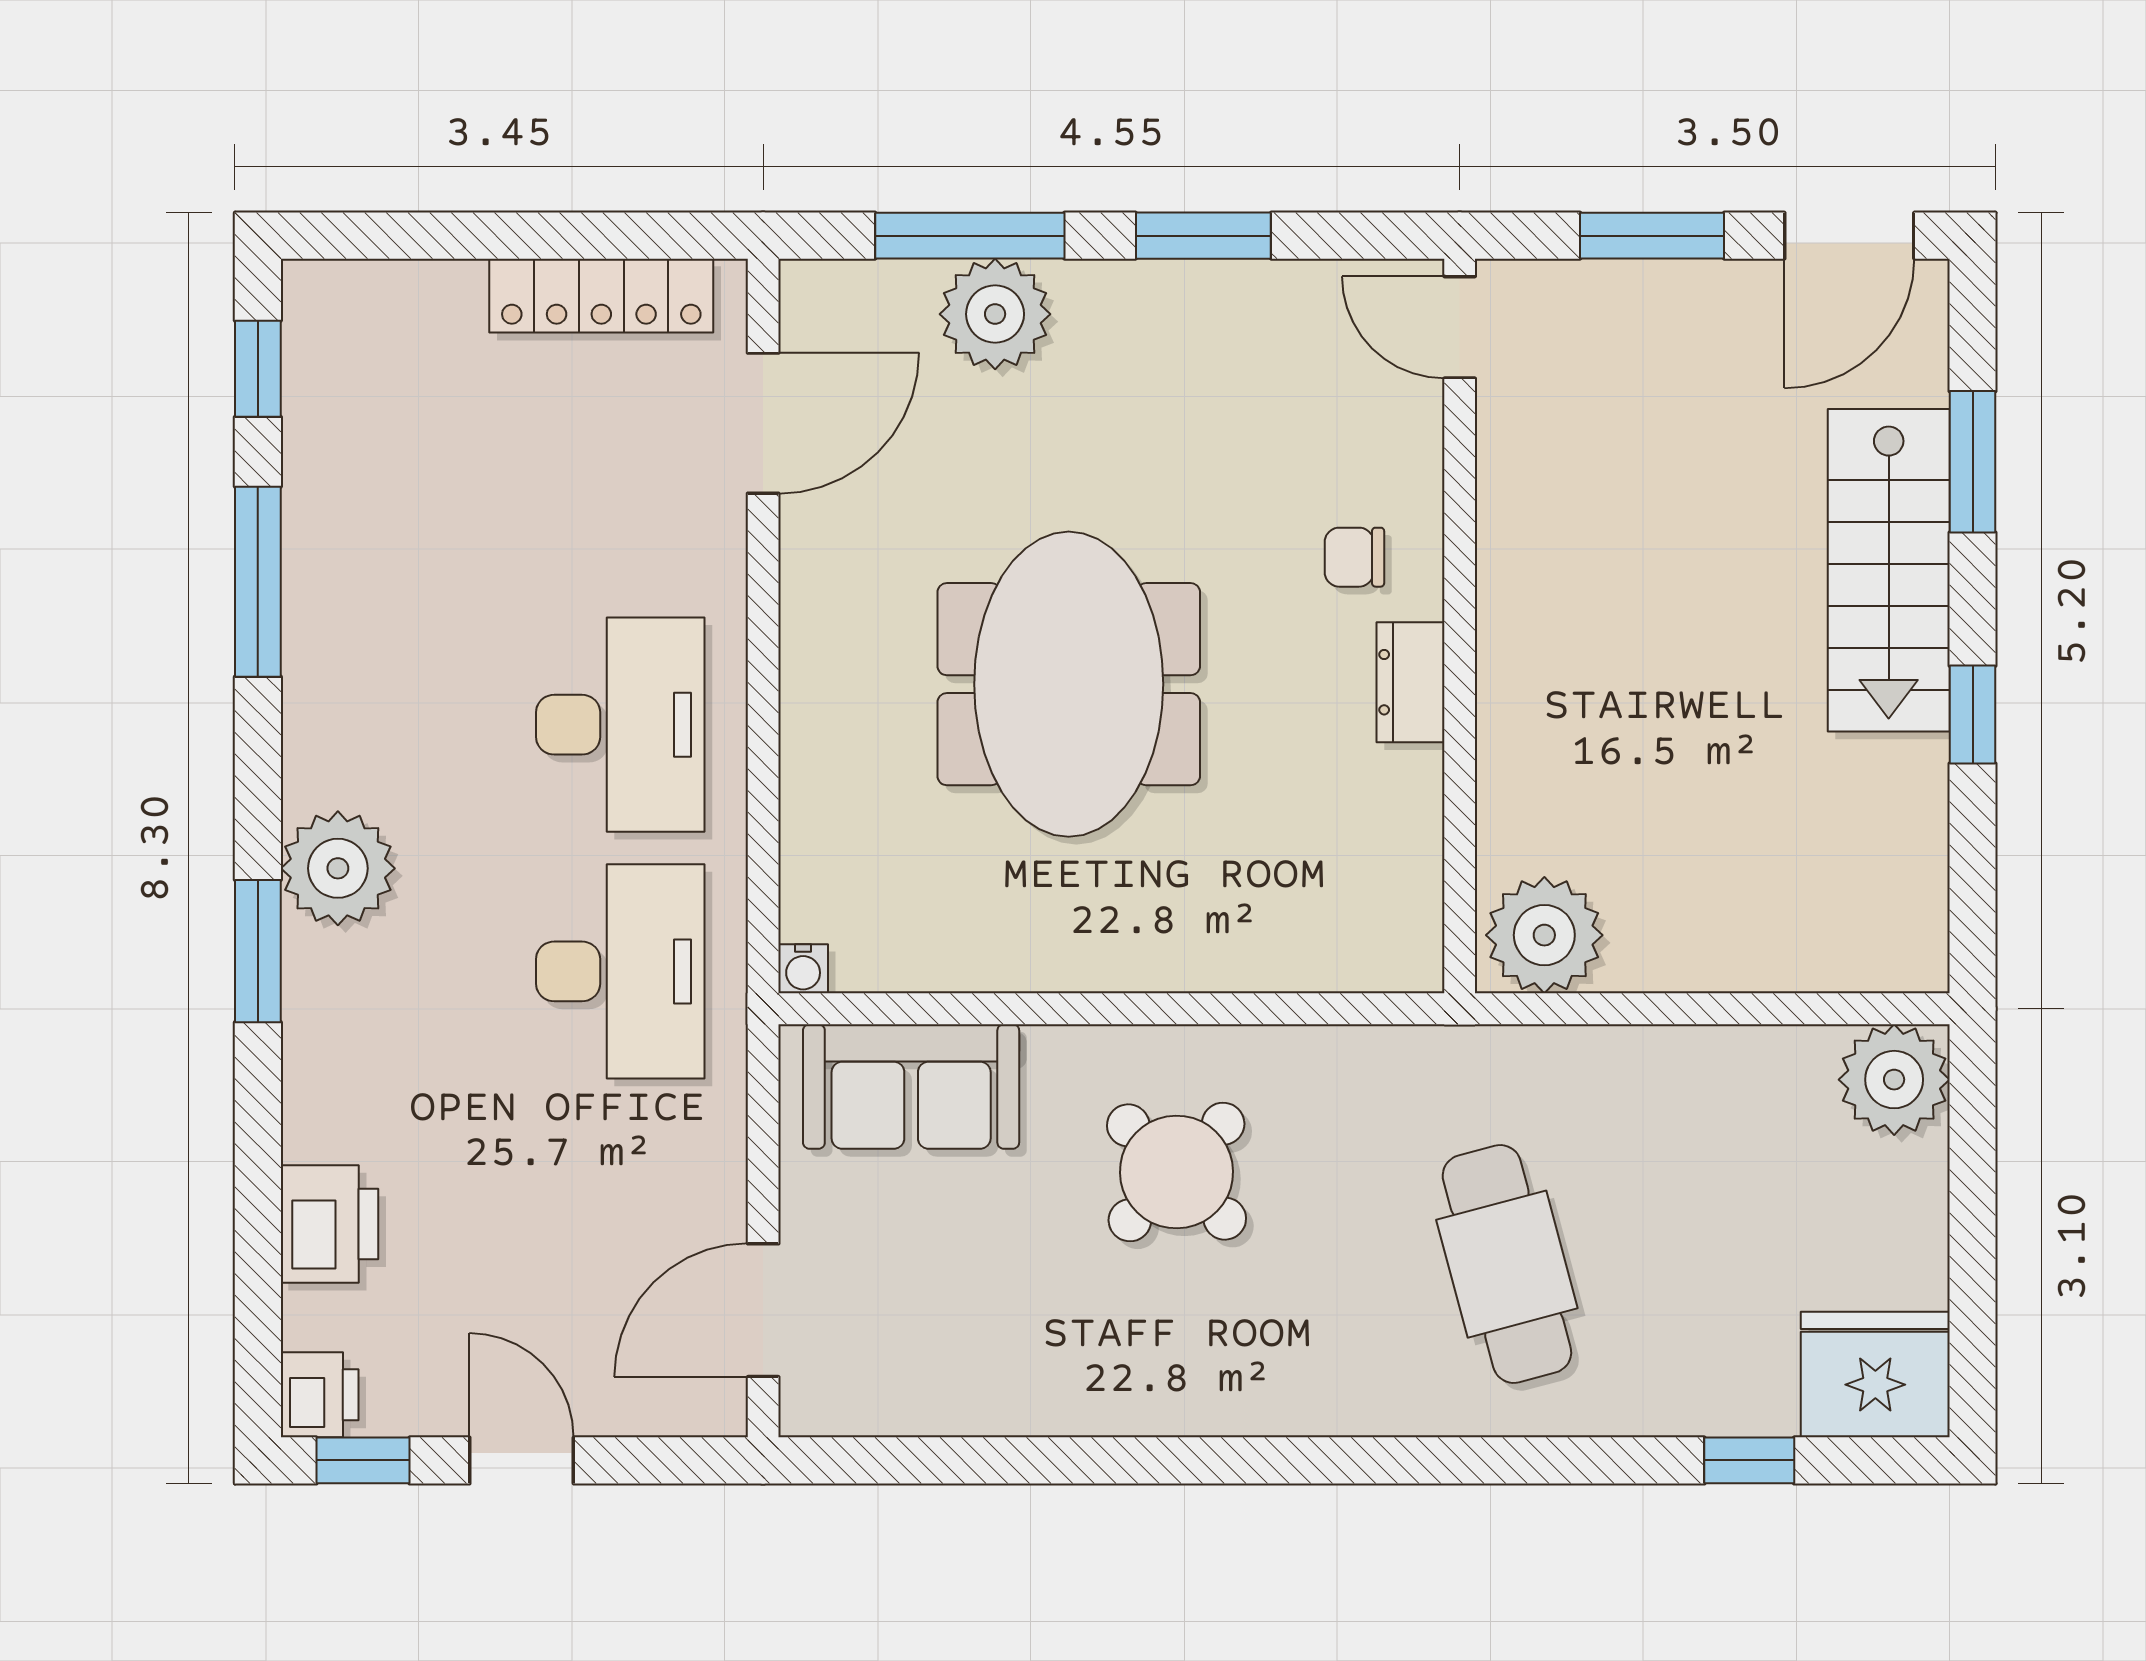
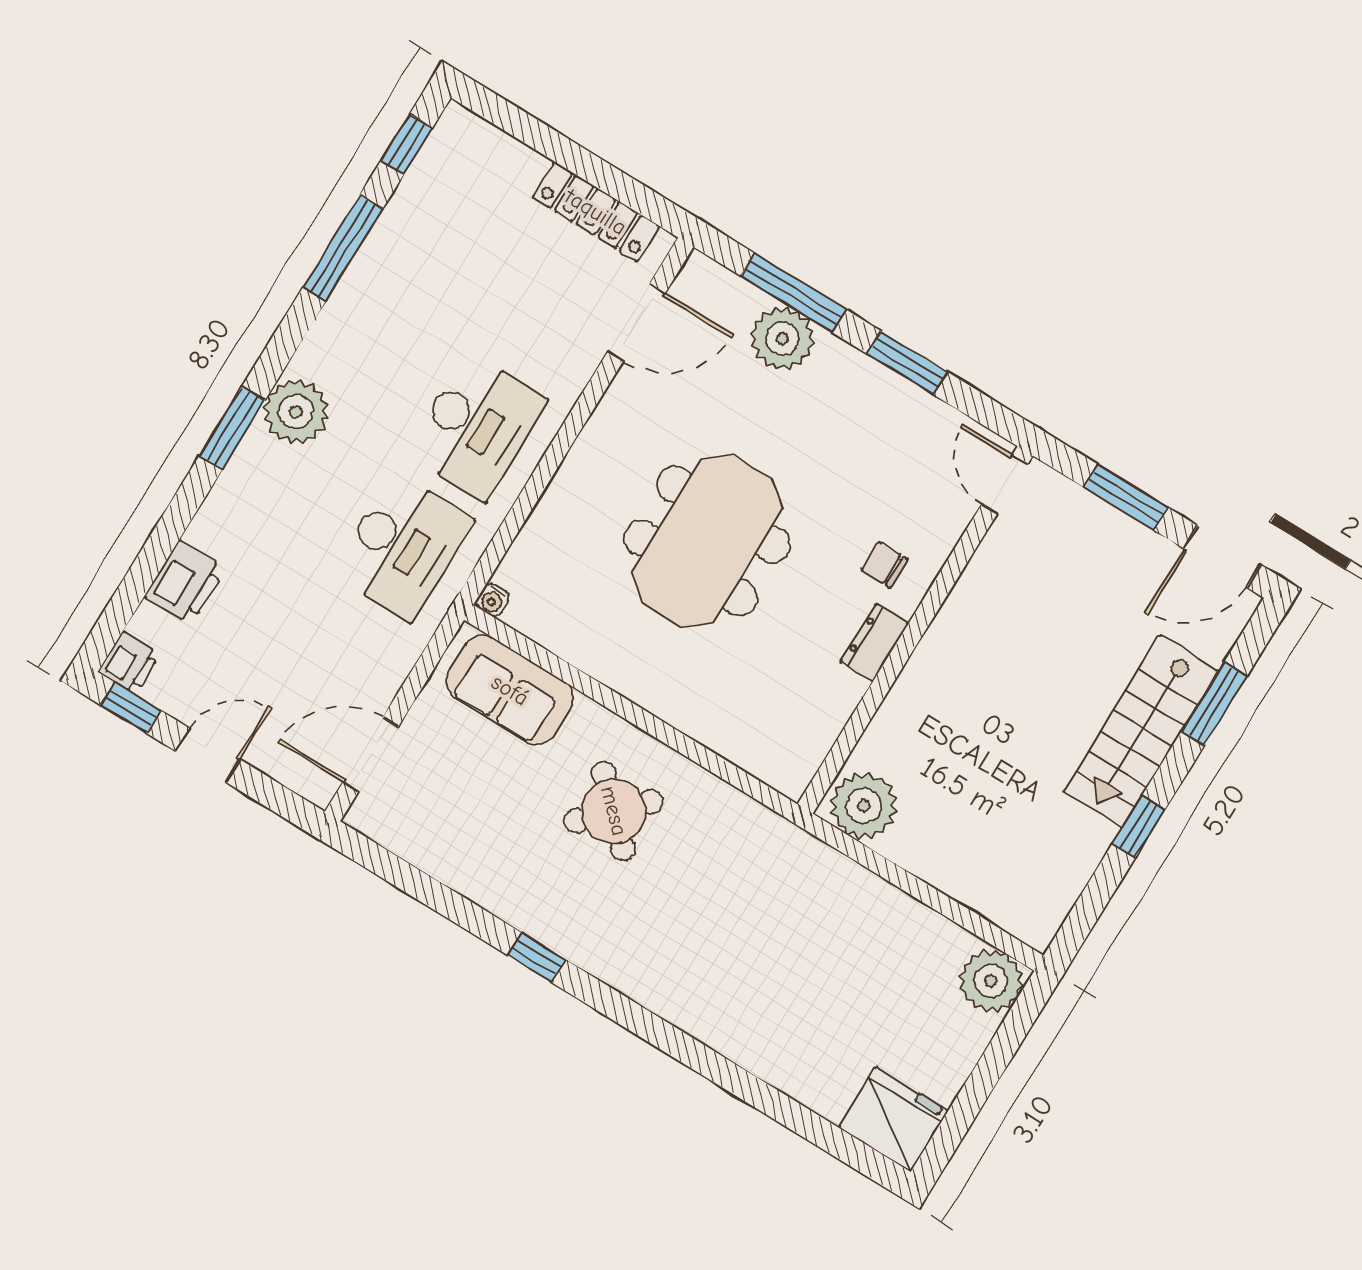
cafe table: (1507, 1264) -> (747, 955), removed
door: (522, 1460) -> (208, 755), hinge flipped
window: (1749, 1460) -> (536, 957), moved

